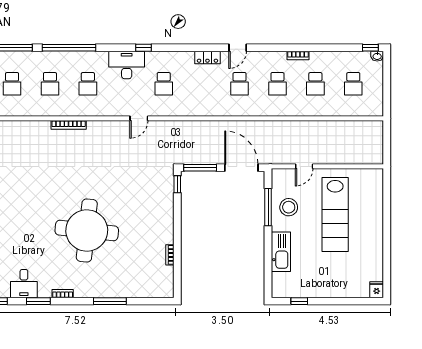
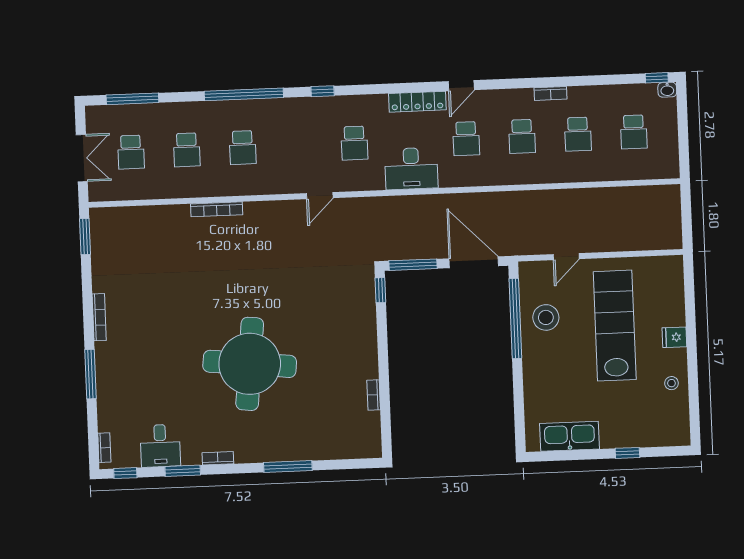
window: (69, 48) -> (244, 94), moved
locker: (207, 57) -> (417, 102), width x1.53
desk: (127, 65) -> (411, 169), moved, turned 180
window: (268, 207) -> (515, 319), width x1.46
lab bench: (335, 215) -> (615, 326), turned 180
kitchen sink: (281, 252) -> (569, 436), moved, turned -90
stool: (372, 255) -> (671, 383), added
fridge: (377, 290) -> (674, 337), moved, turned -90
window: (299, 301) -> (627, 453), moved

